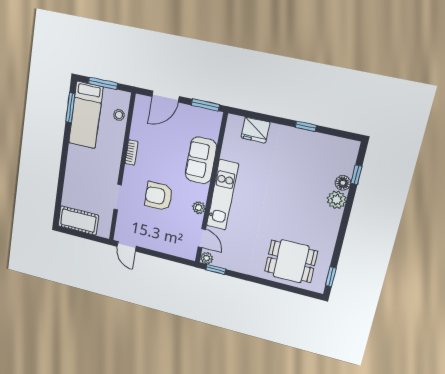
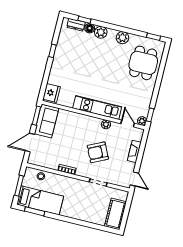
door: (165, 96) -> (30, 143), swing flipped
fridge: (256, 130) -> (52, 93), moved
sofa: (201, 160) -> (47, 121), moved, turned -90
dresser: (348, 162) -> (76, 25), added
armchair: (159, 196) -> (98, 152), turned 64
plant: (329, 232) -> (122, 38), added
door: (202, 238) -> (128, 124), hinge flipped
door: (126, 246) -> (134, 179), hinge flipped
fireplace: (164, 247) -> (134, 151), added

